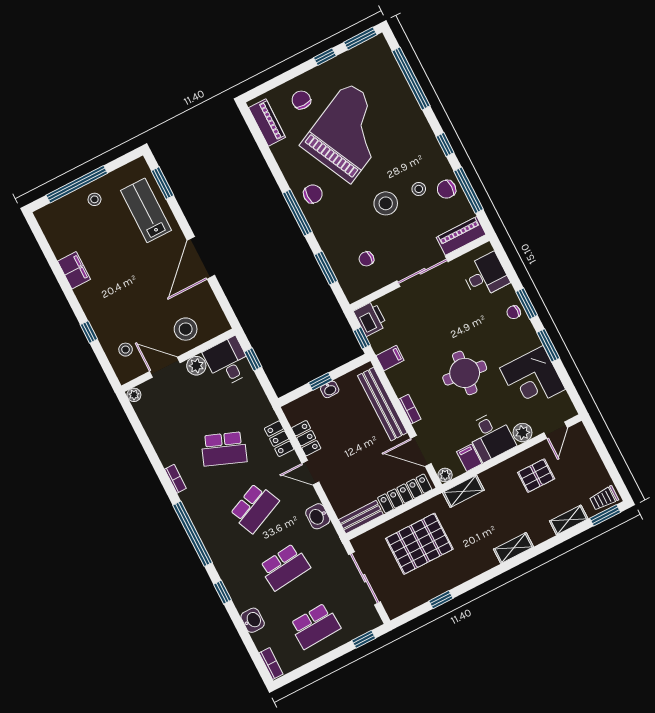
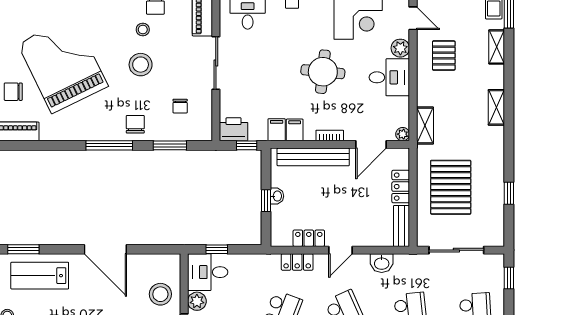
chair: (313, 194) -> (135, 124), moved
filing cabinet: (469, 458) -> (295, 130), moved, turned 90
locker: (405, 494) -> (401, 187), width x0.66

